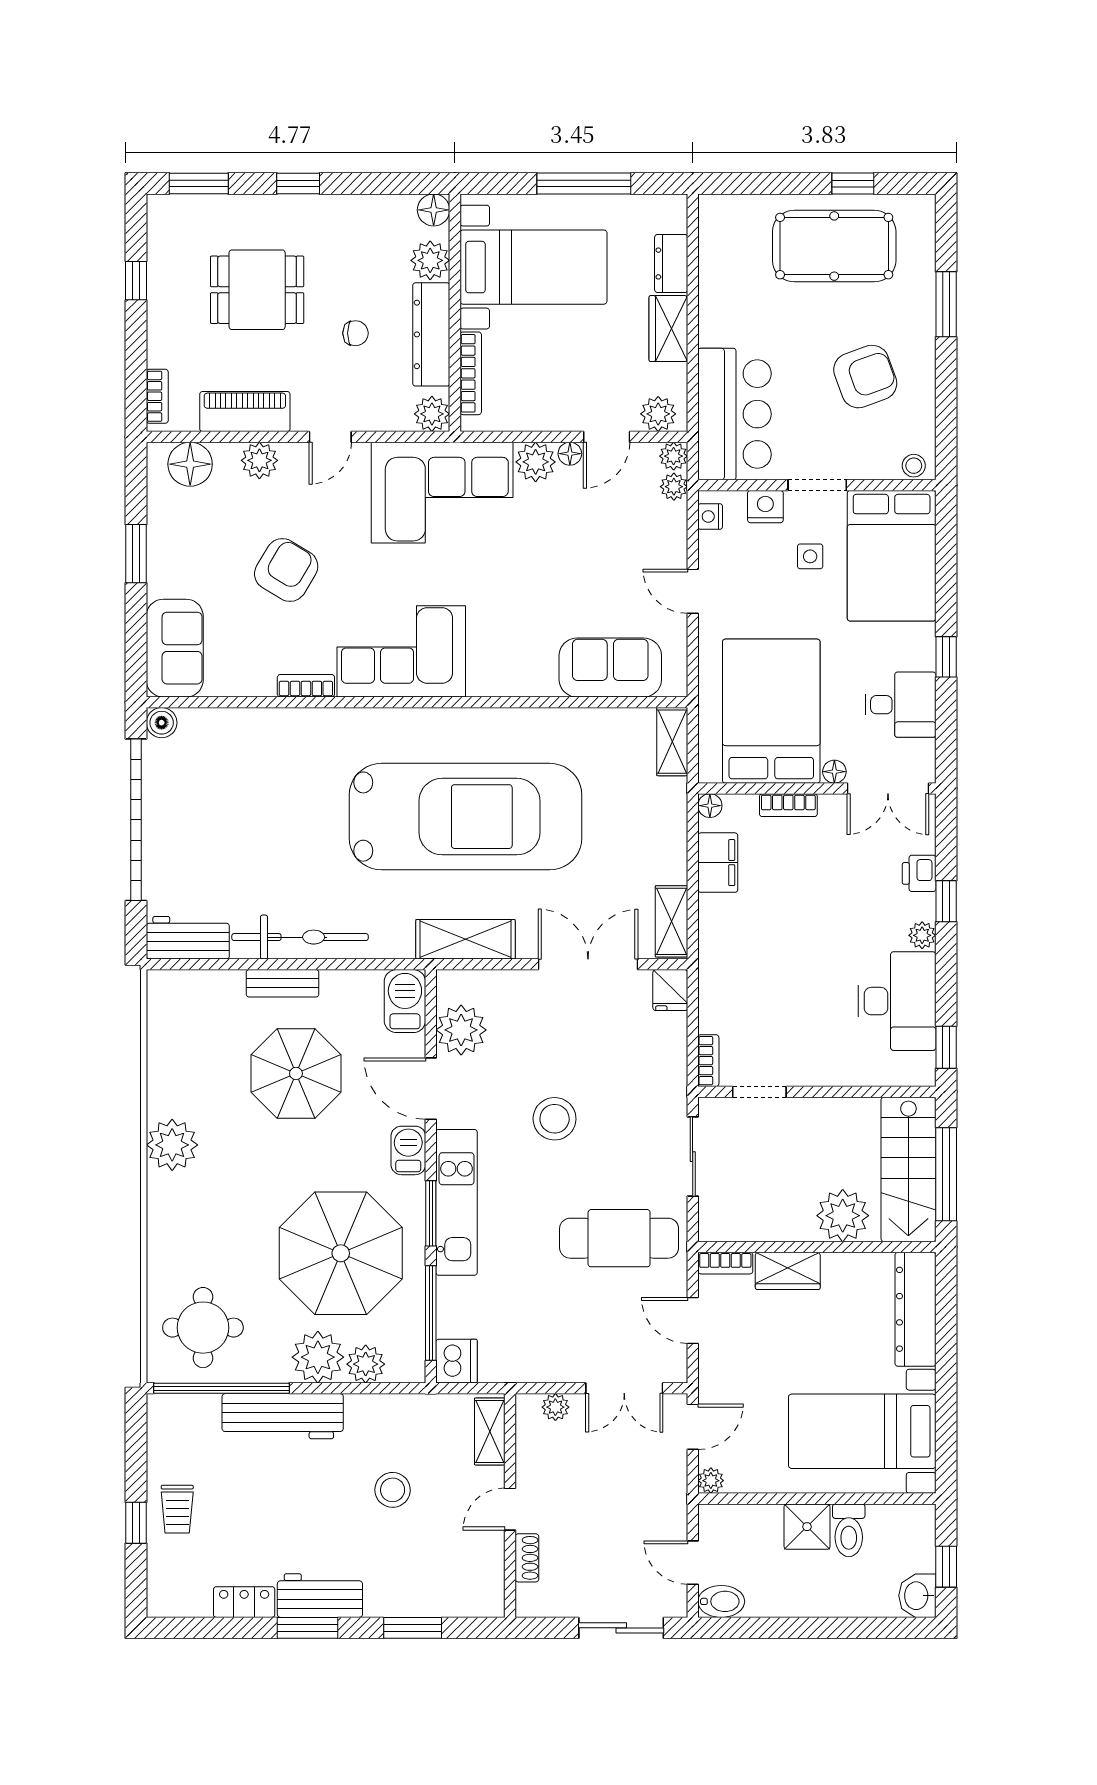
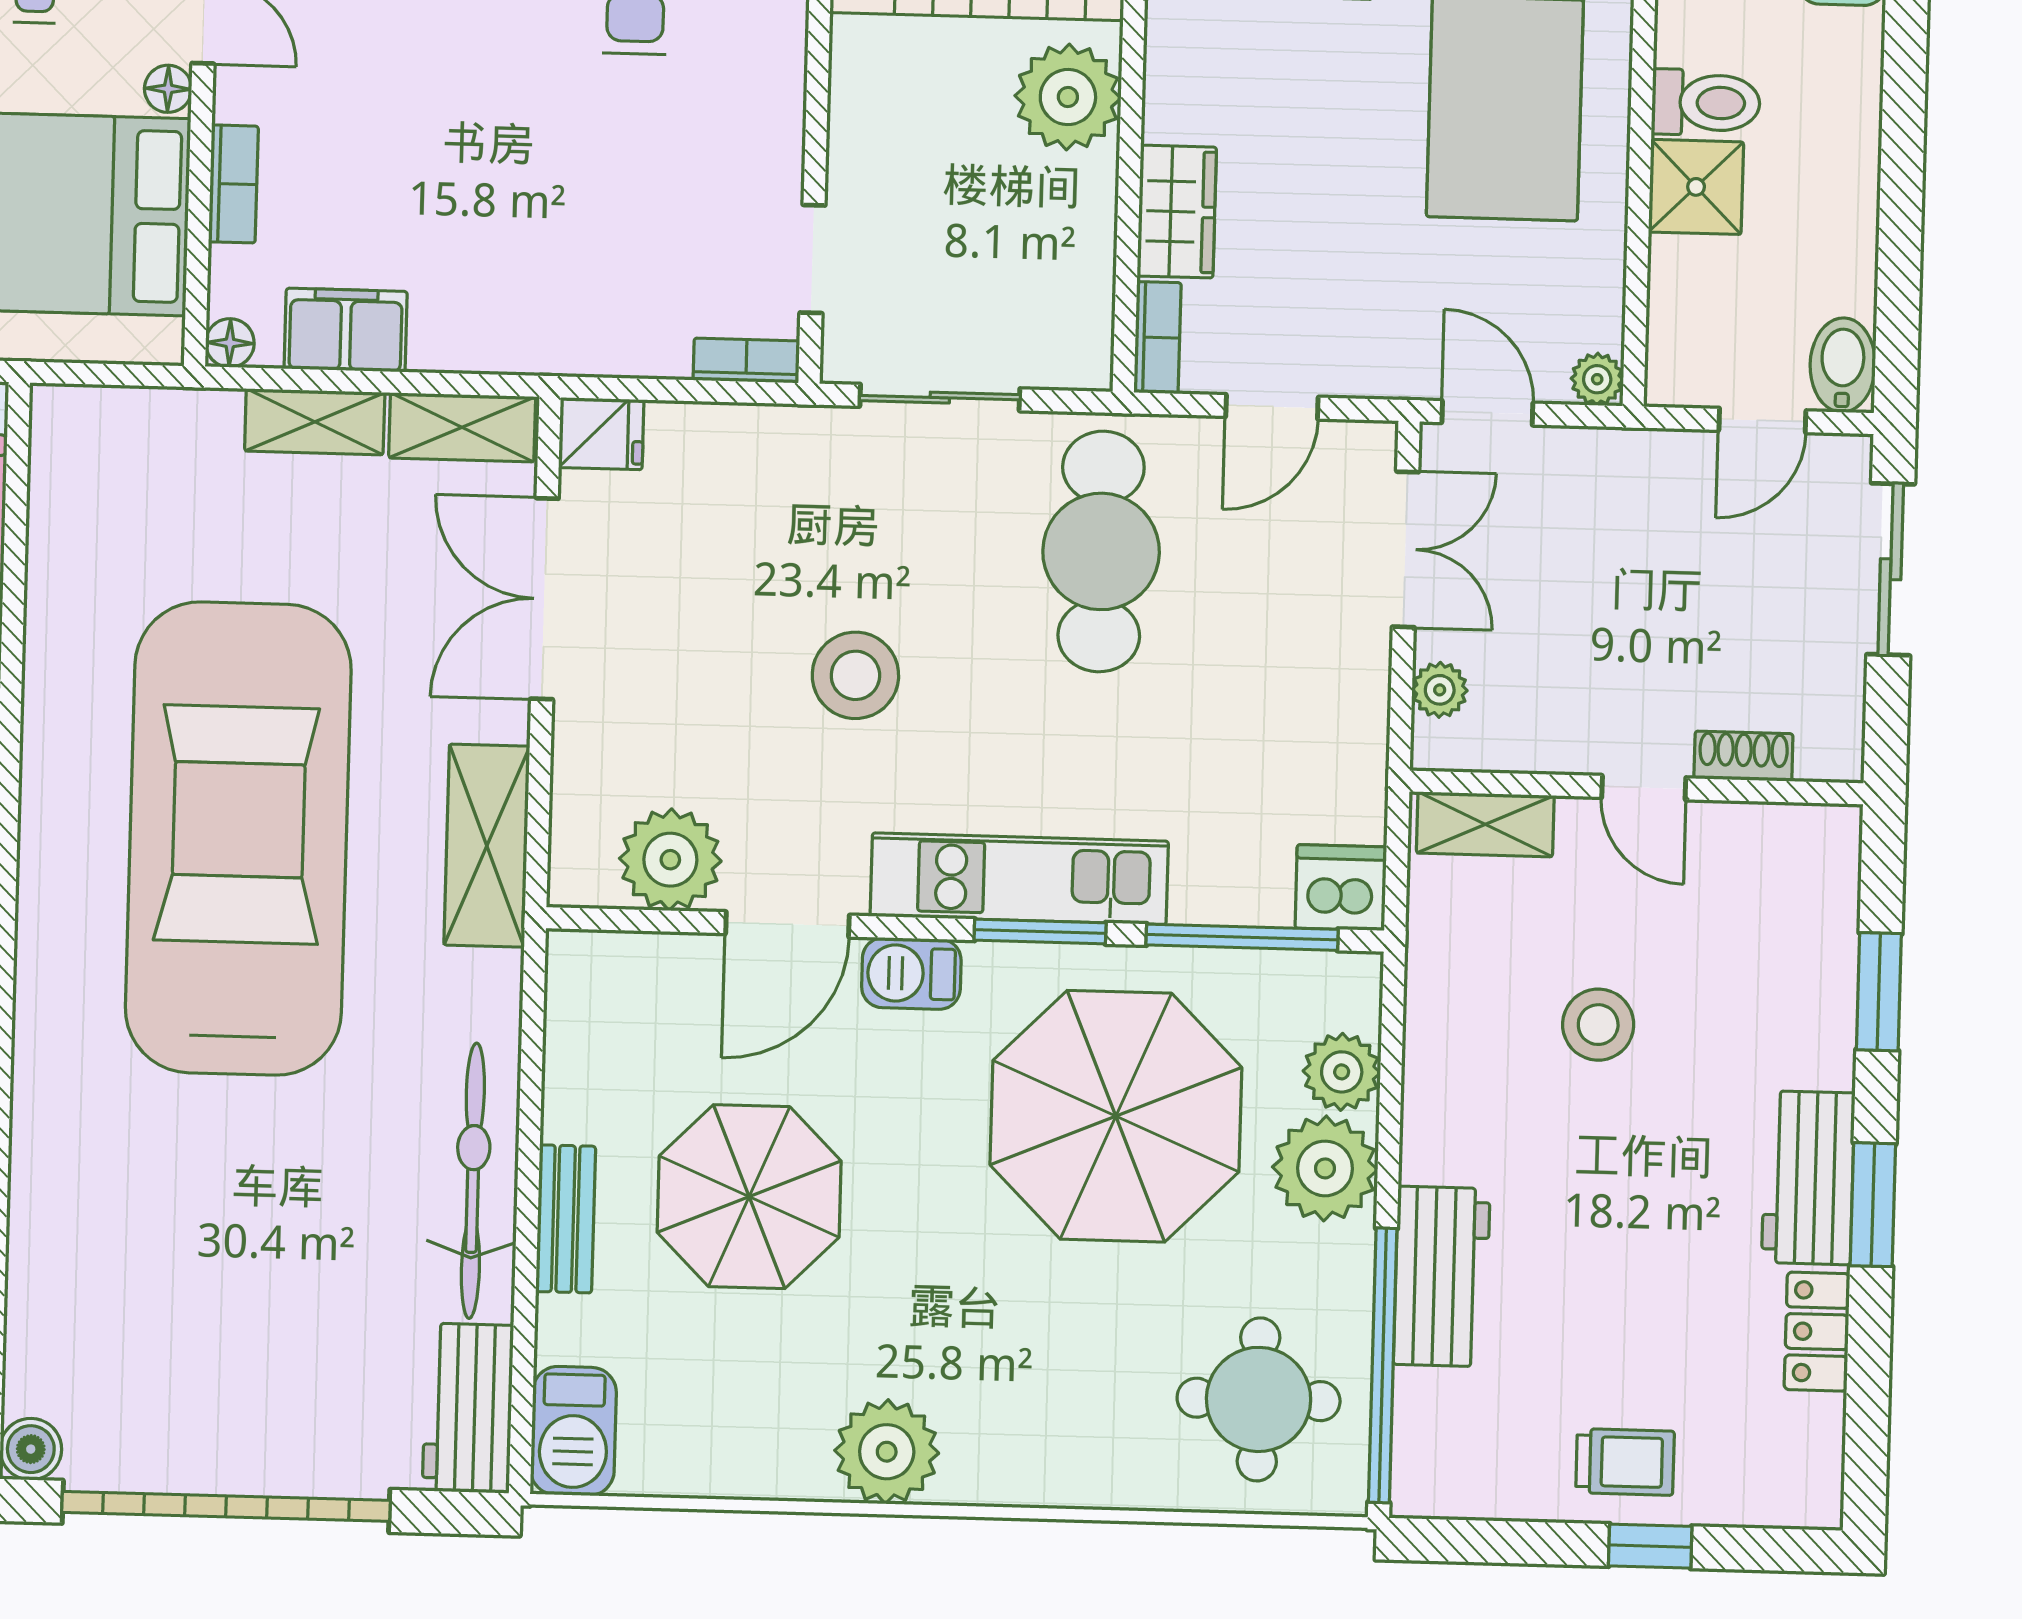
shelving: (672, 742) -> (315, 422), moved
barbecue: (405, 1001) -> (573, 1431), moved, turned -90
workbench: (283, 1416) -> (1442, 1276), width x0.73

